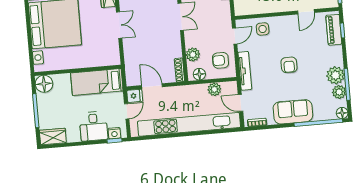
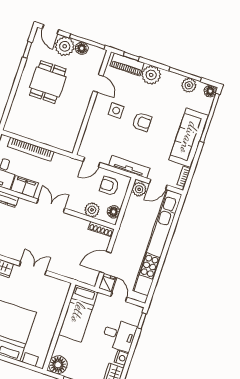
side table: (263, 29) -> (116, 111), moved
door: (235, 36) -> (92, 162), swing flipped
armchair: (221, 60) -> (109, 186), turned 90
plant: (335, 75) -> (151, 75), moved
plant: (214, 89) -> (139, 189), moved
sofa: (293, 112) -> (189, 138), width x1.36
nightstand: (114, 133) -> (121, 358), moved

